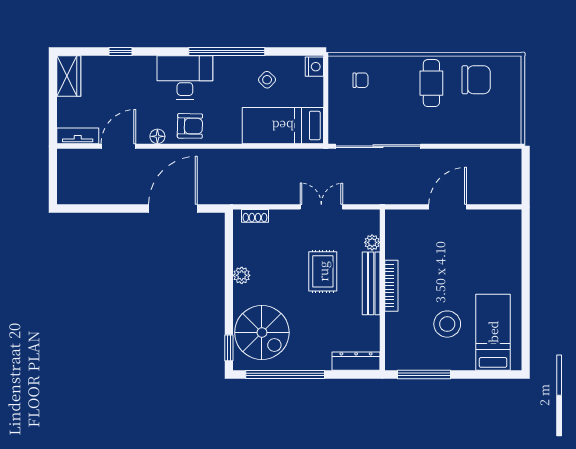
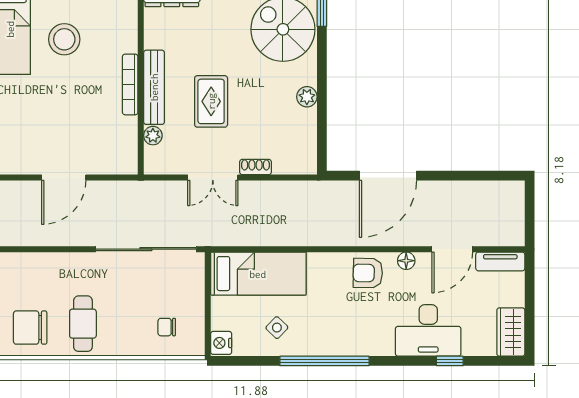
desk: (185, 77) -> (428, 330), moved
shoe rack: (255, 216) -> (256, 167), moved

